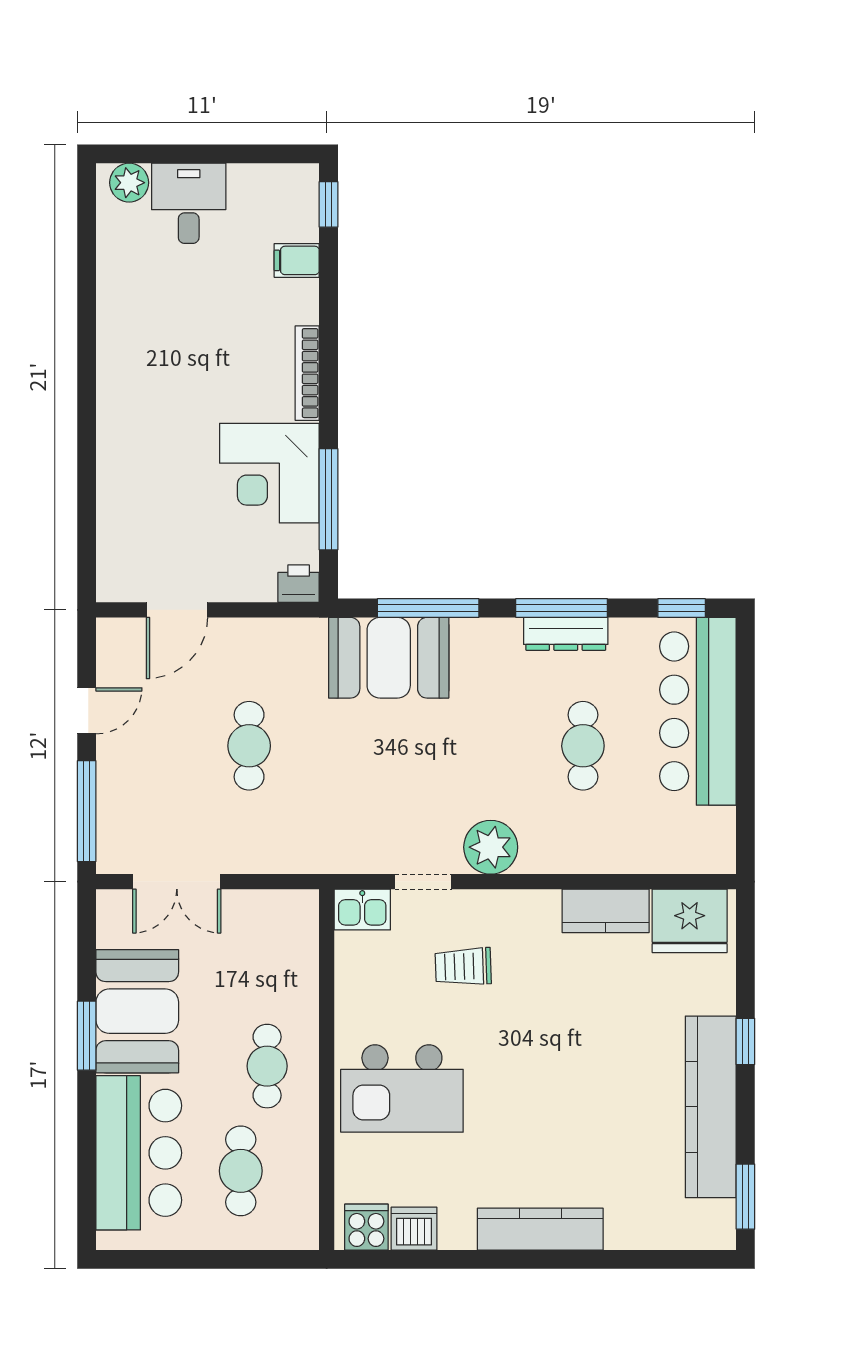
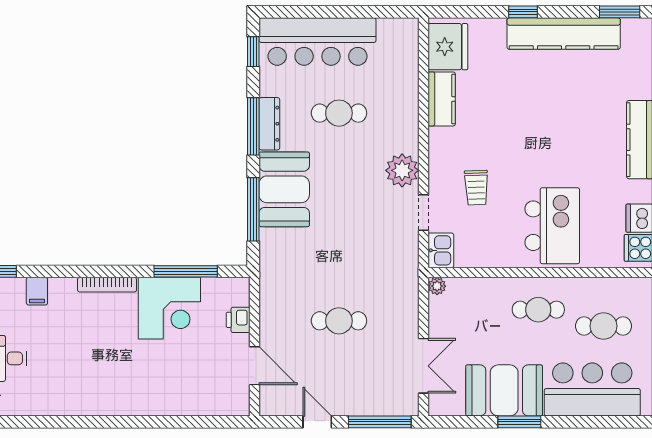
printer: (299, 584) -> (238, 320), moved
booth: (389, 658) -> (284, 189), moved
plant: (305, 903) -> (437, 286), added

